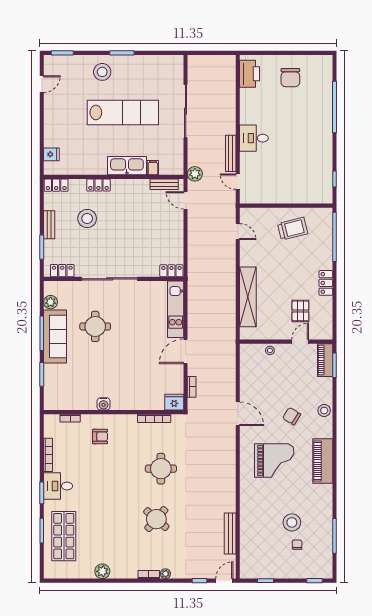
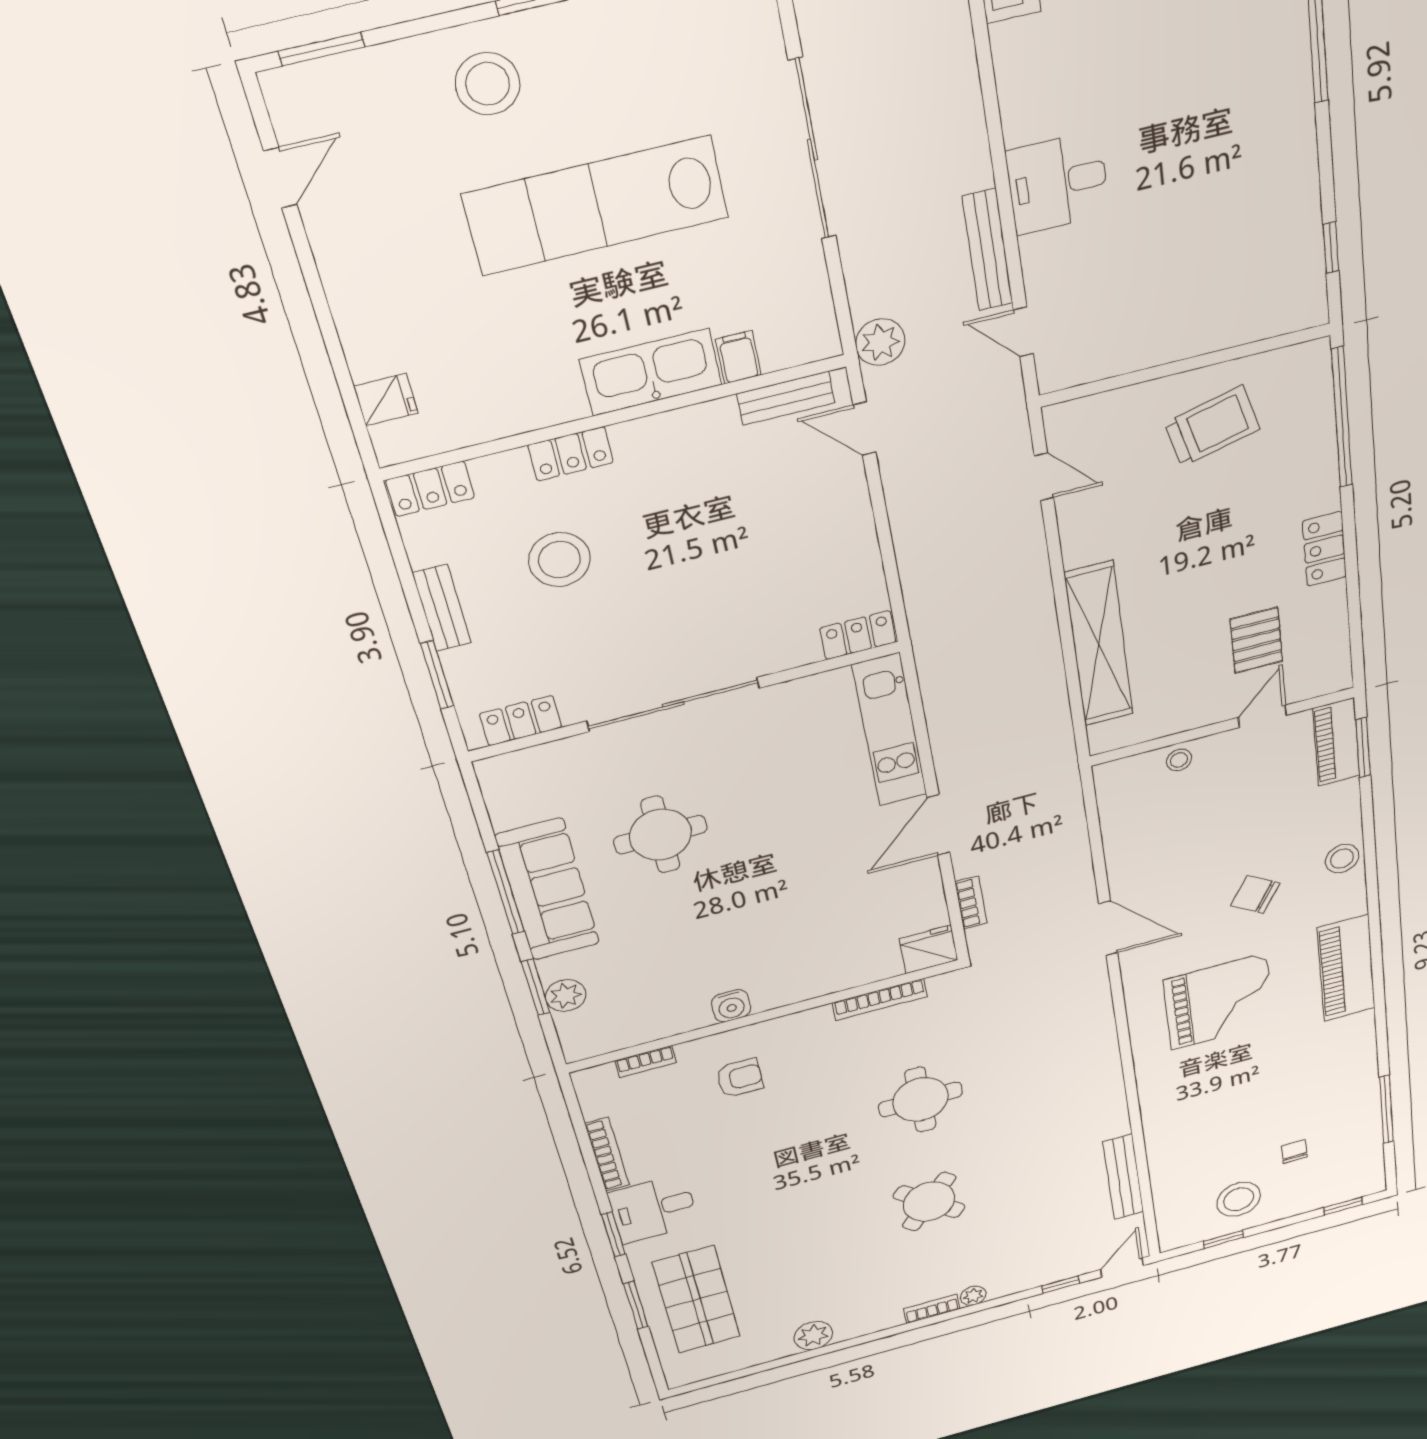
lab bench: (123, 112) -> (596, 206), turned 180
plant: (51, 302) -> (566, 996), moved
stool: (292, 522) -> (1239, 1199), moved

